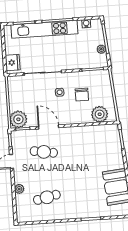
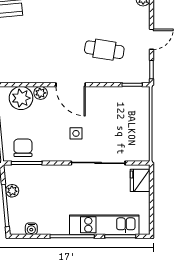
kitchen unit: (44, 29) -> (104, 225), width x0.73
chair: (82, 95) -> (23, 148), moved
plant: (18, 119) -> (41, 93), moved, width x0.53, depth x0.53
door: (49, 127) -> (71, 85), moved

